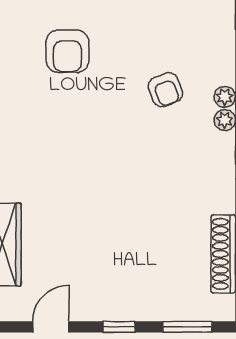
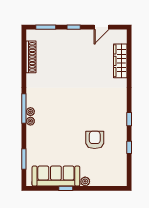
armchair: (165, 90) -> (55, 124), removed

